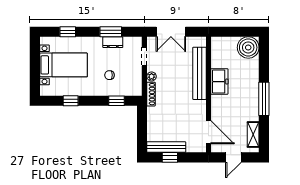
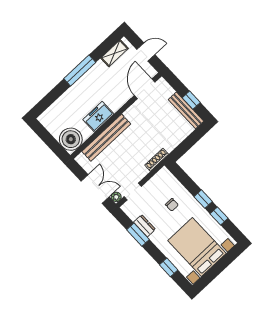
boiler: (248, 47) -> (71, 139), moved
bed with nightstands: (63, 65) -> (197, 247), width x1.36
plant: (152, 76) -> (116, 197), moved
window: (117, 101) -> (203, 199), moved

